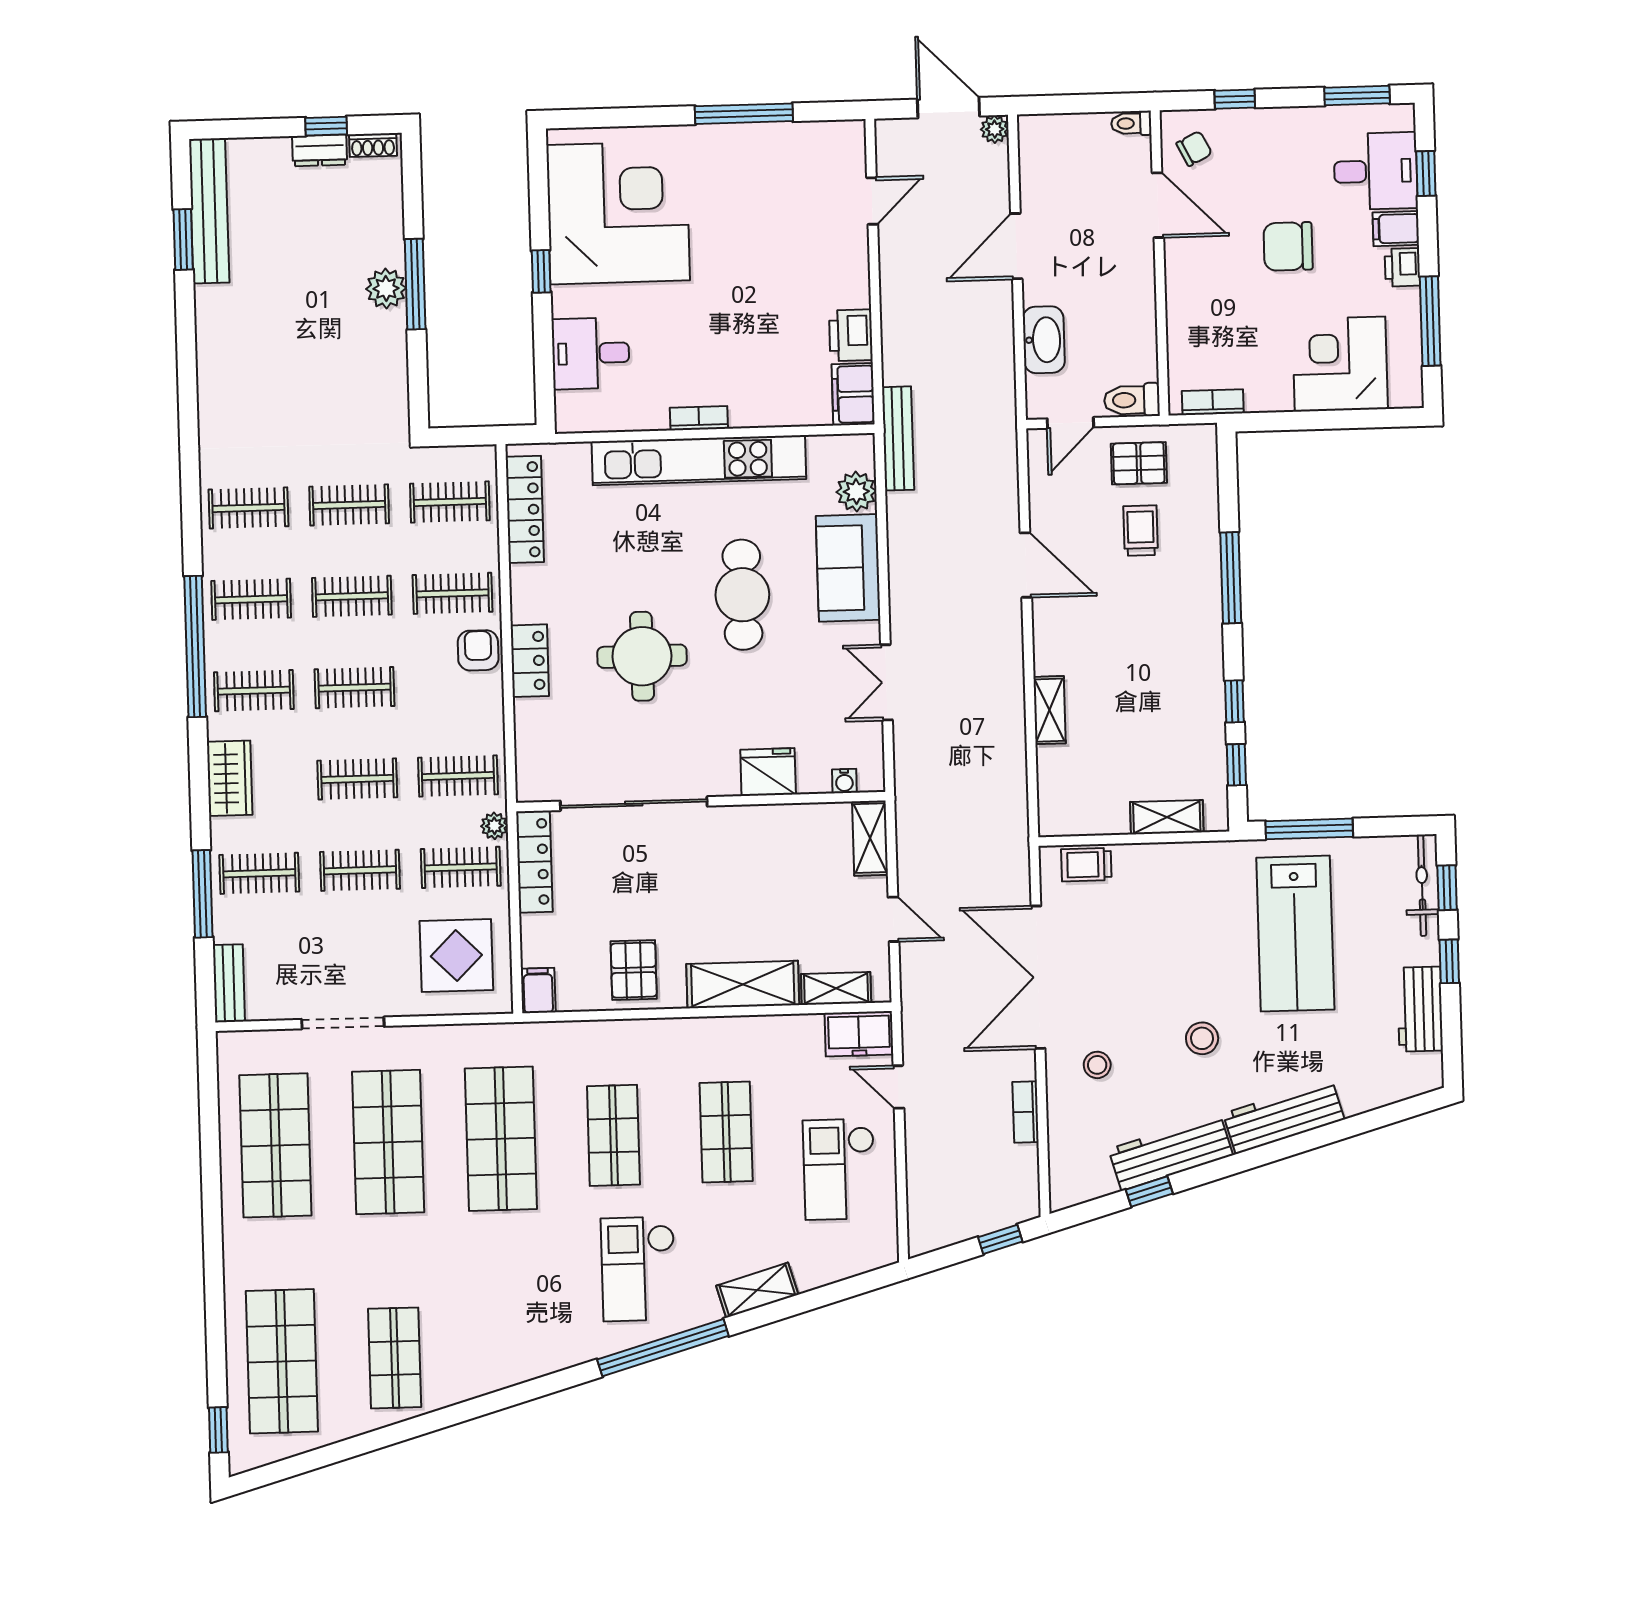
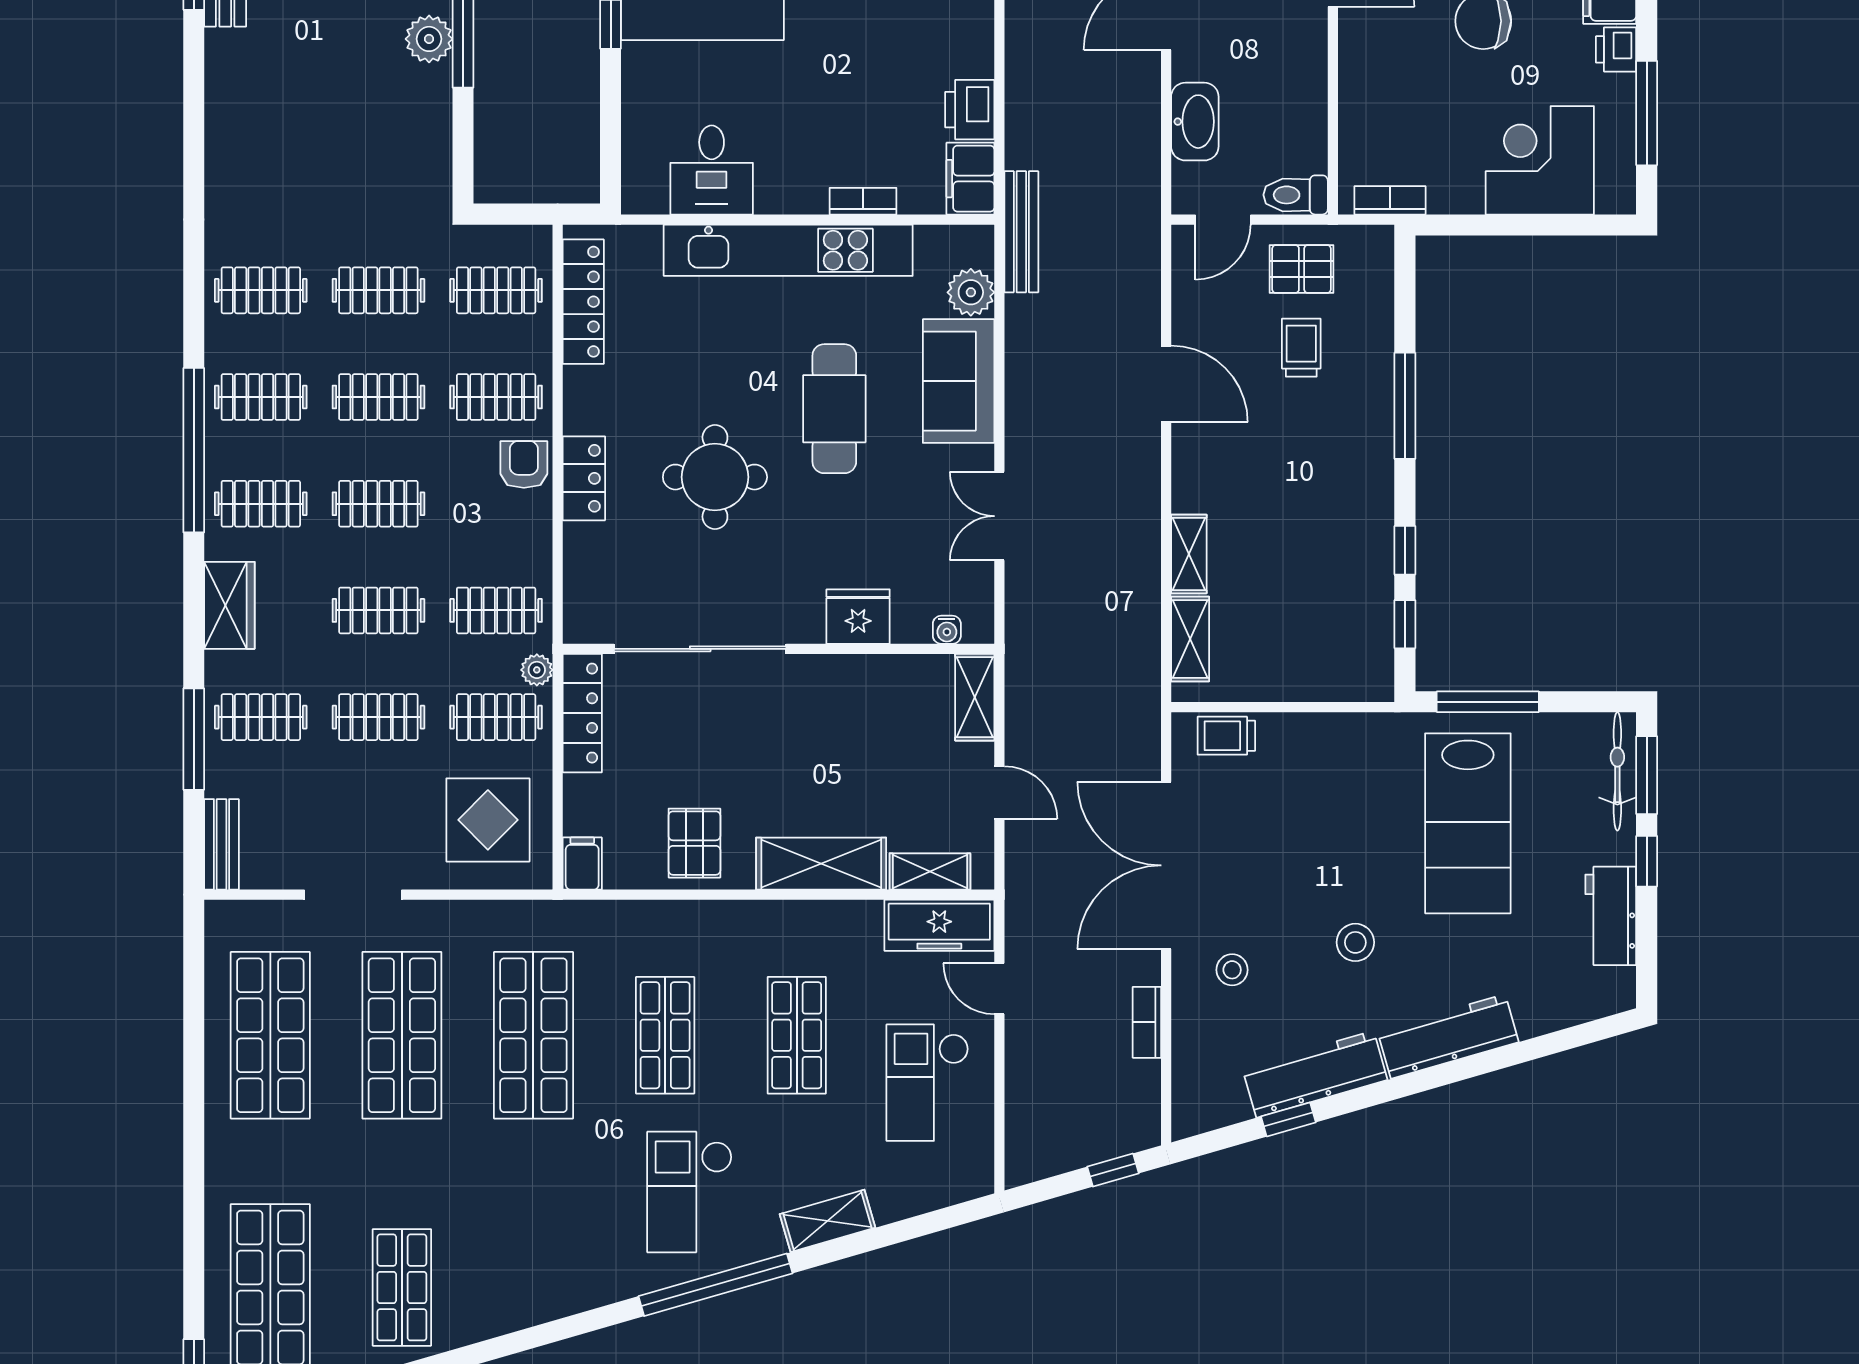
desk: (591, 353) -> (712, 170), moved, turned -90
bookcase: (699, 418) -> (863, 201), moved
shelving: (1167, 817) -> (1190, 639), moved, turned 90
window: (1447, 888) -> (1647, 775), width x1.50
freezer: (859, 1034) -> (939, 925), width x1.40

